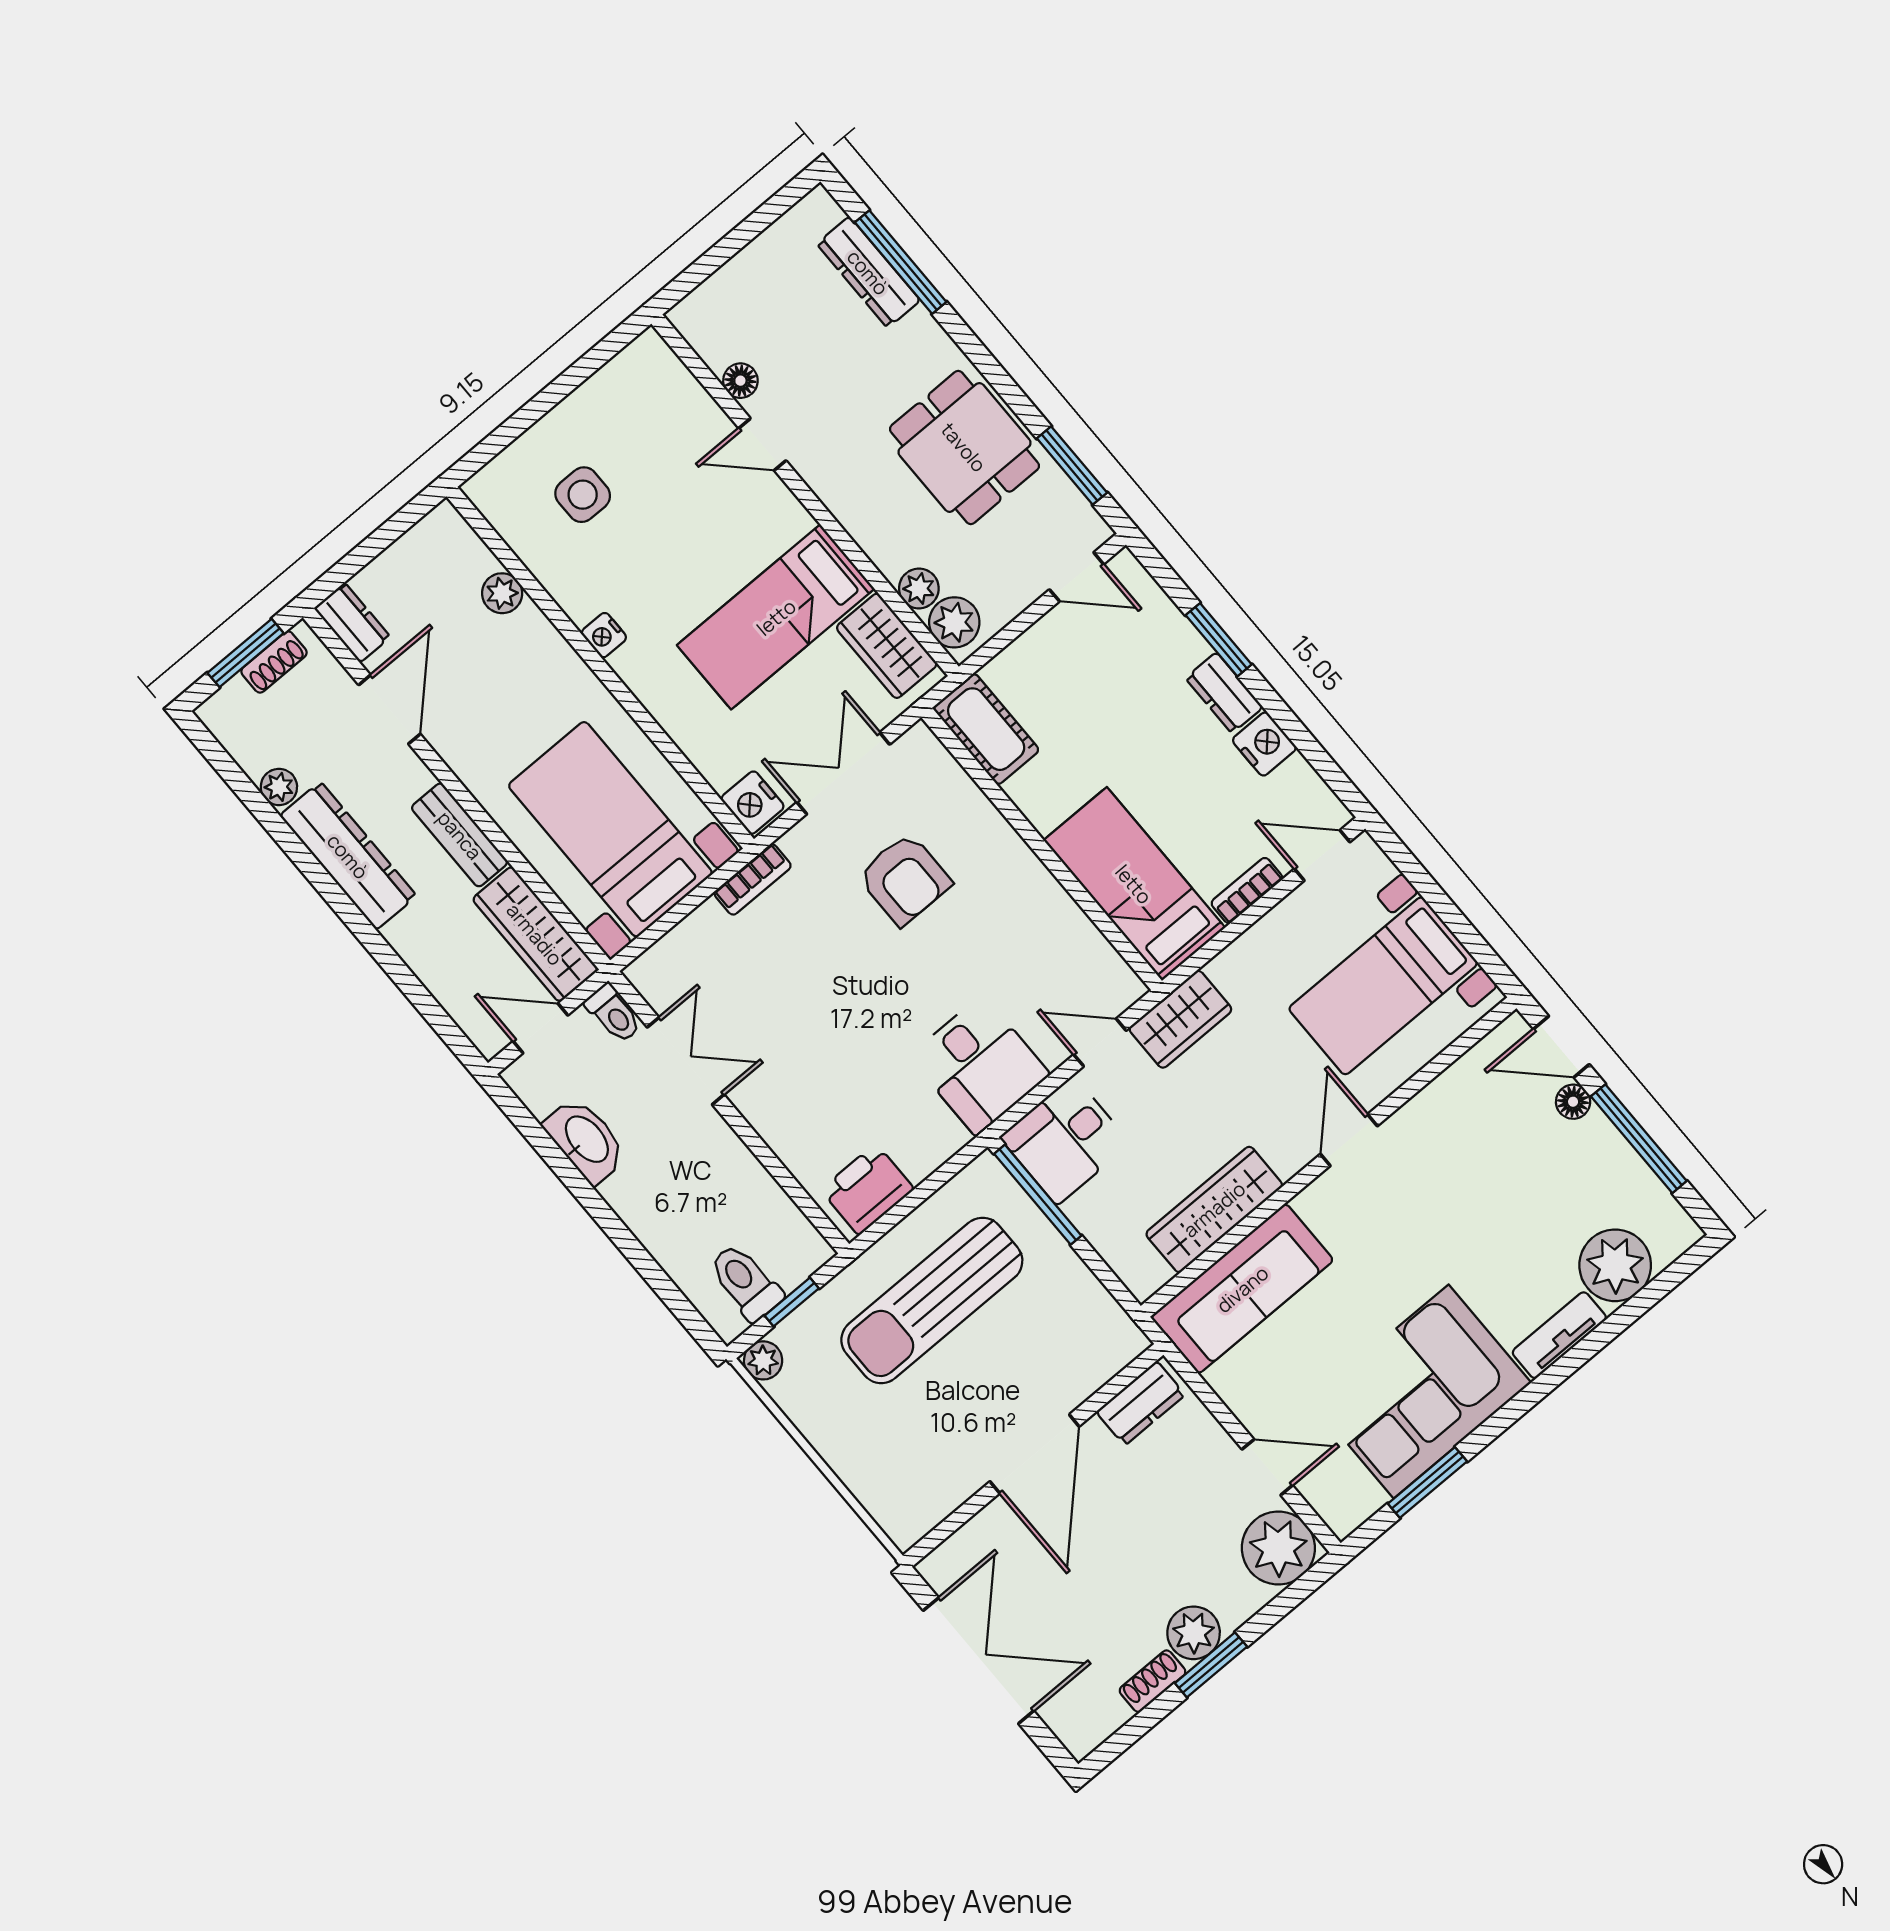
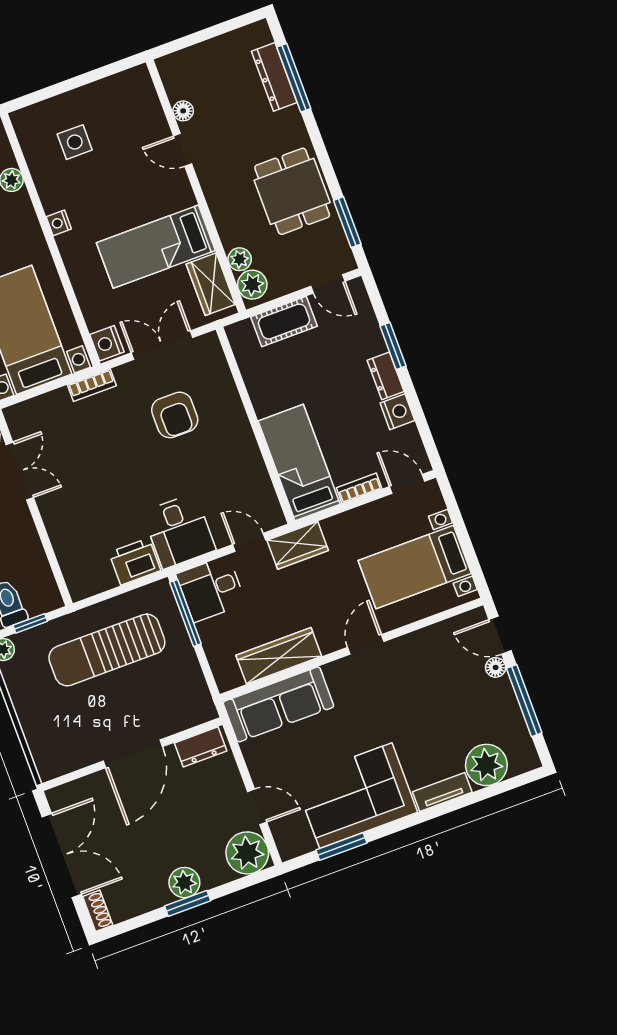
cot: (986, 729) -> (284, 322), moved, turned 90
printer: (867, 1189) -> (135, 562), moved
shoe rack: (1153, 1681) -> (98, 911), moved, turned 90

